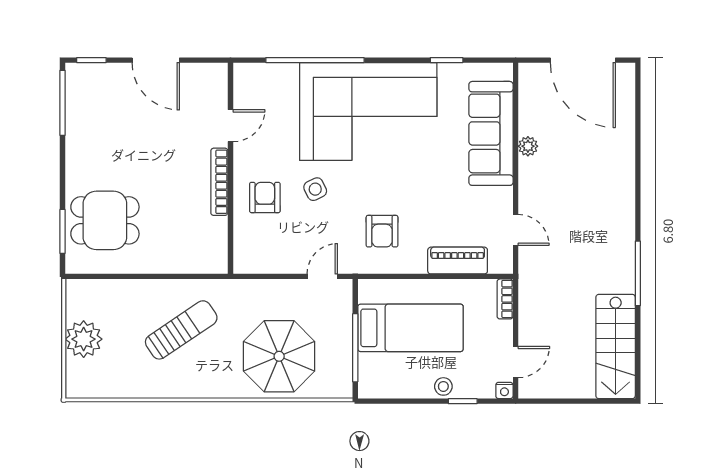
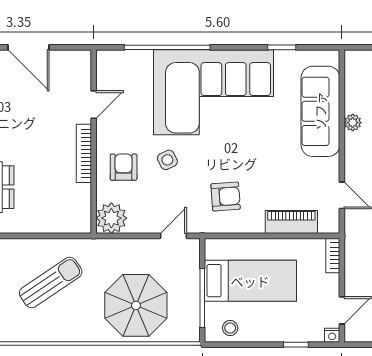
armchair: (382, 231) -> (226, 196), turned -94
plant: (251, 256) -> (111, 218), added
stool: (443, 386) -> (230, 328), moved

